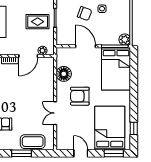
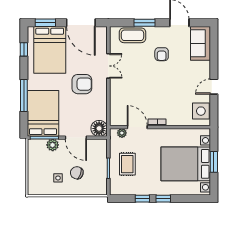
rug: (38, 22) -> (127, 164), turned 90
plant: (125, 39) -> (53, 145), moved
door: (28, 56) -> (137, 127), hinge flipped
floor lamp: (64, 74) -> (99, 128), moved
window: (134, 85) -> (24, 96), added
door: (81, 153) -> (81, 23), width x1.88

